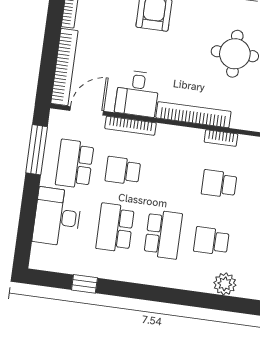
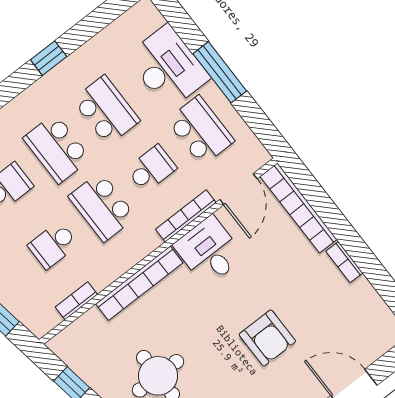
bookcase: (221, 138) -> (76, 301), moved
window: (37, 150) -> (220, 72), moved
school desk: (171, 177) -> (102, 207), added
school desk: (219, 184) -> (53, 245), turned 180
window: (84, 284) -> (49, 58), moved

